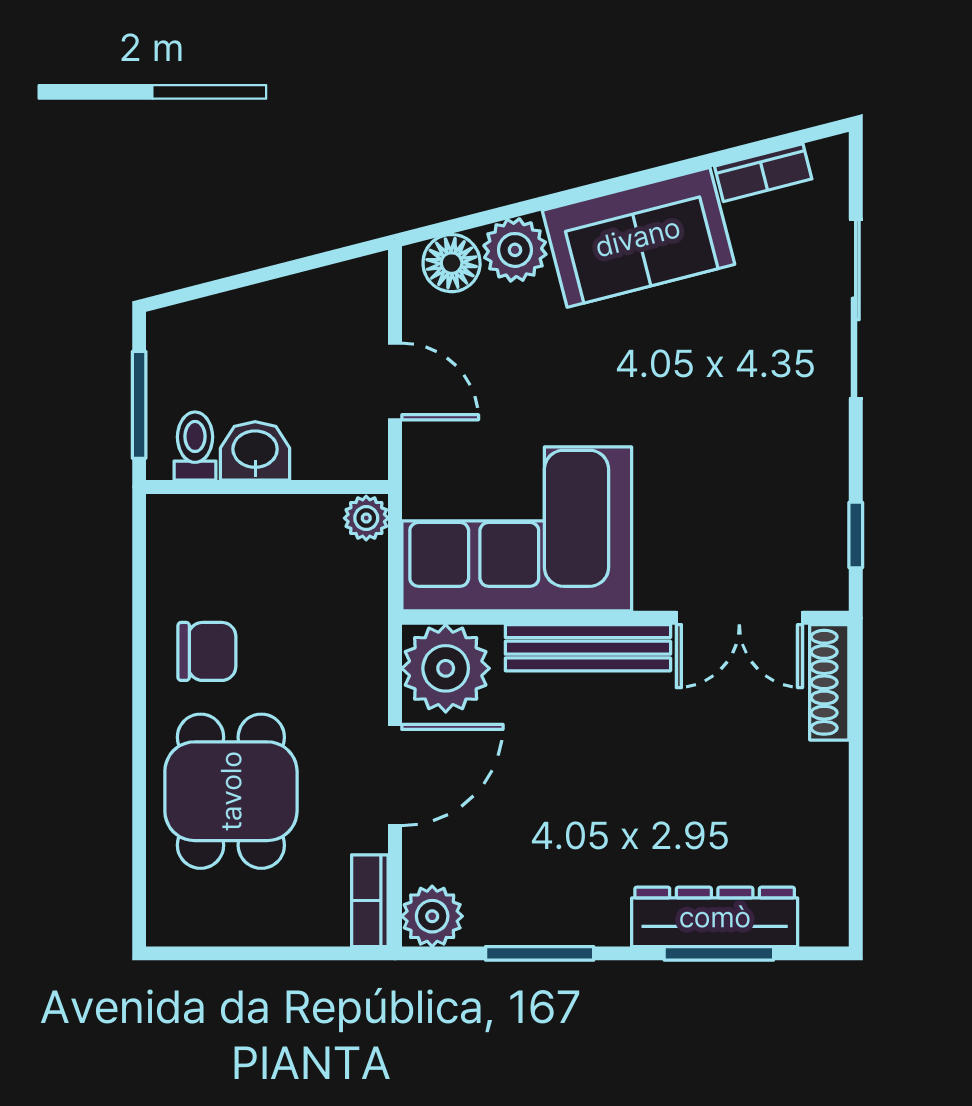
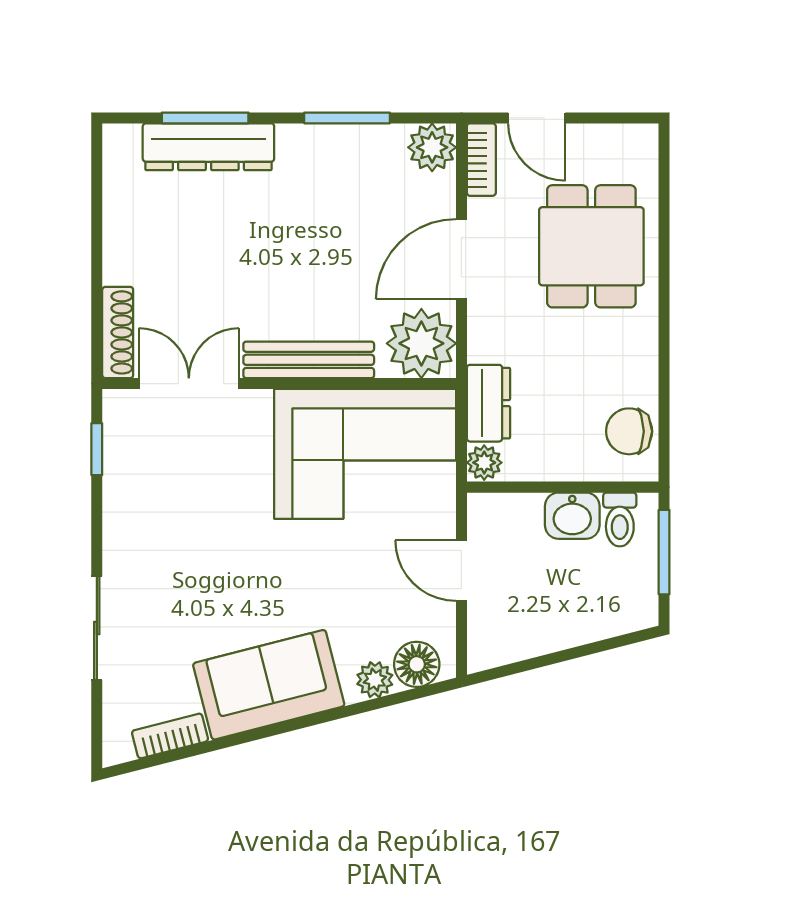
plant: (515, 250) -> (375, 680), width x0.73, depth x0.73
sliding door: (856, 309) -> (97, 628), width x0.73
dresser: (361, 593) -> (488, 403), added
chair: (207, 651) -> (629, 431), moved
door: (300, 953) -> (537, 118), added

